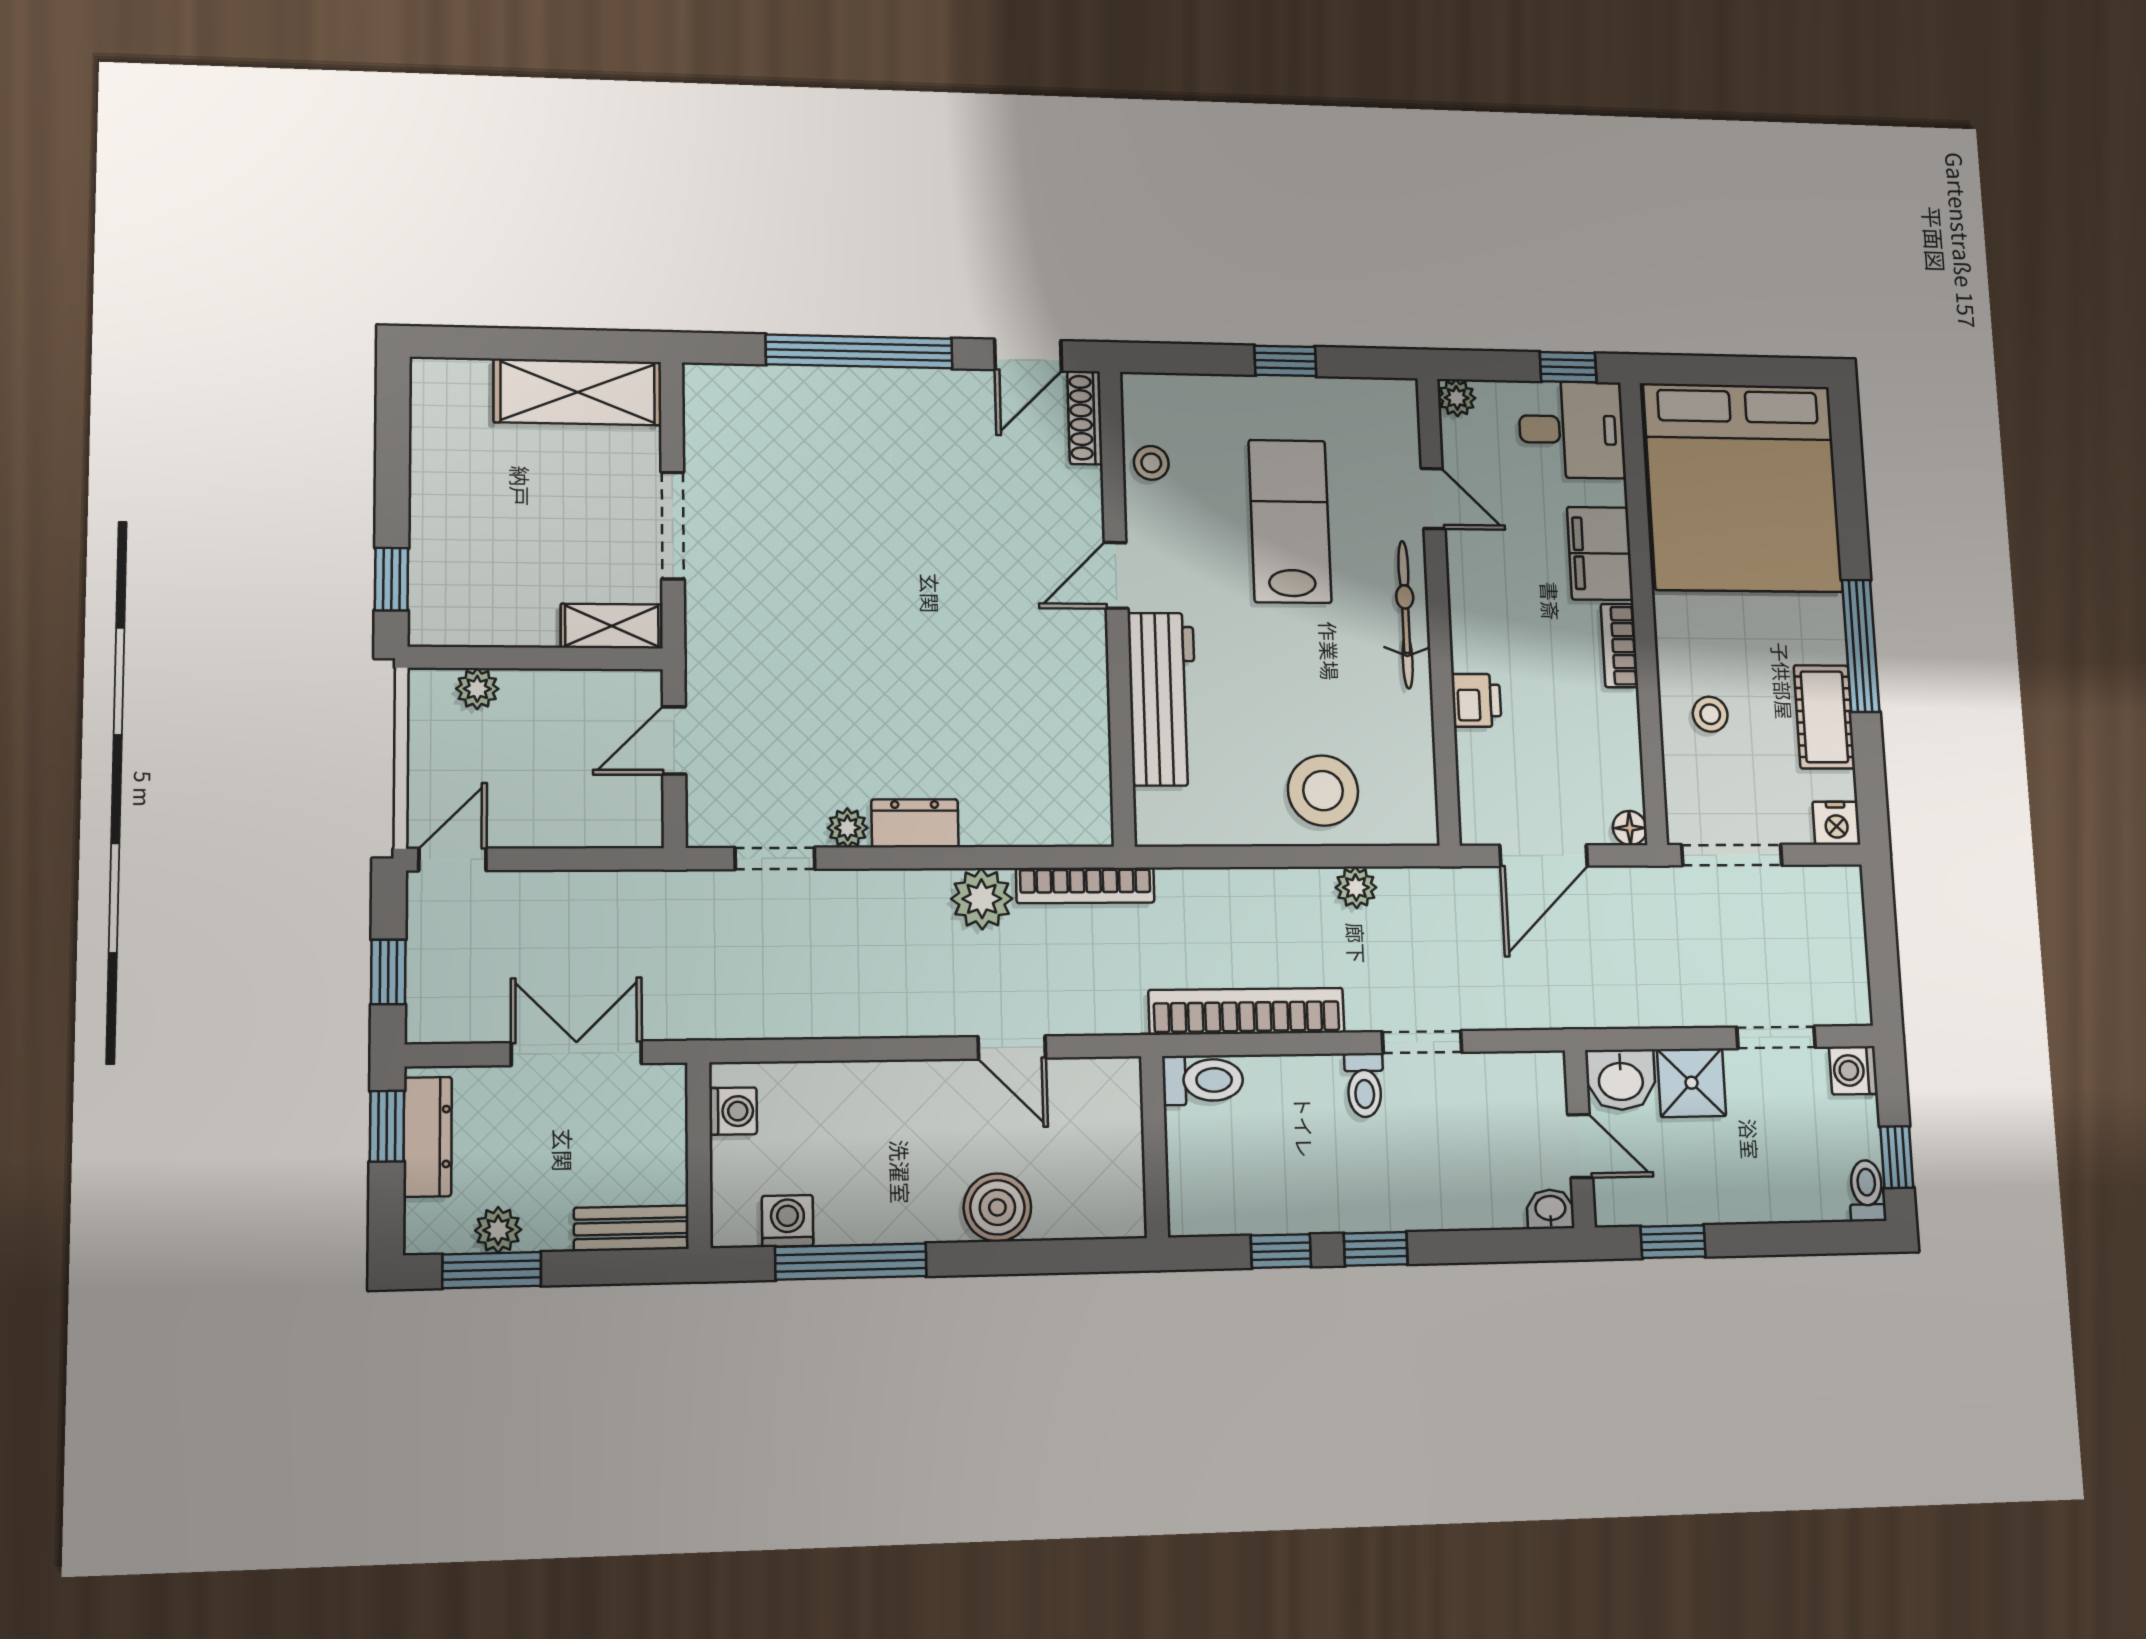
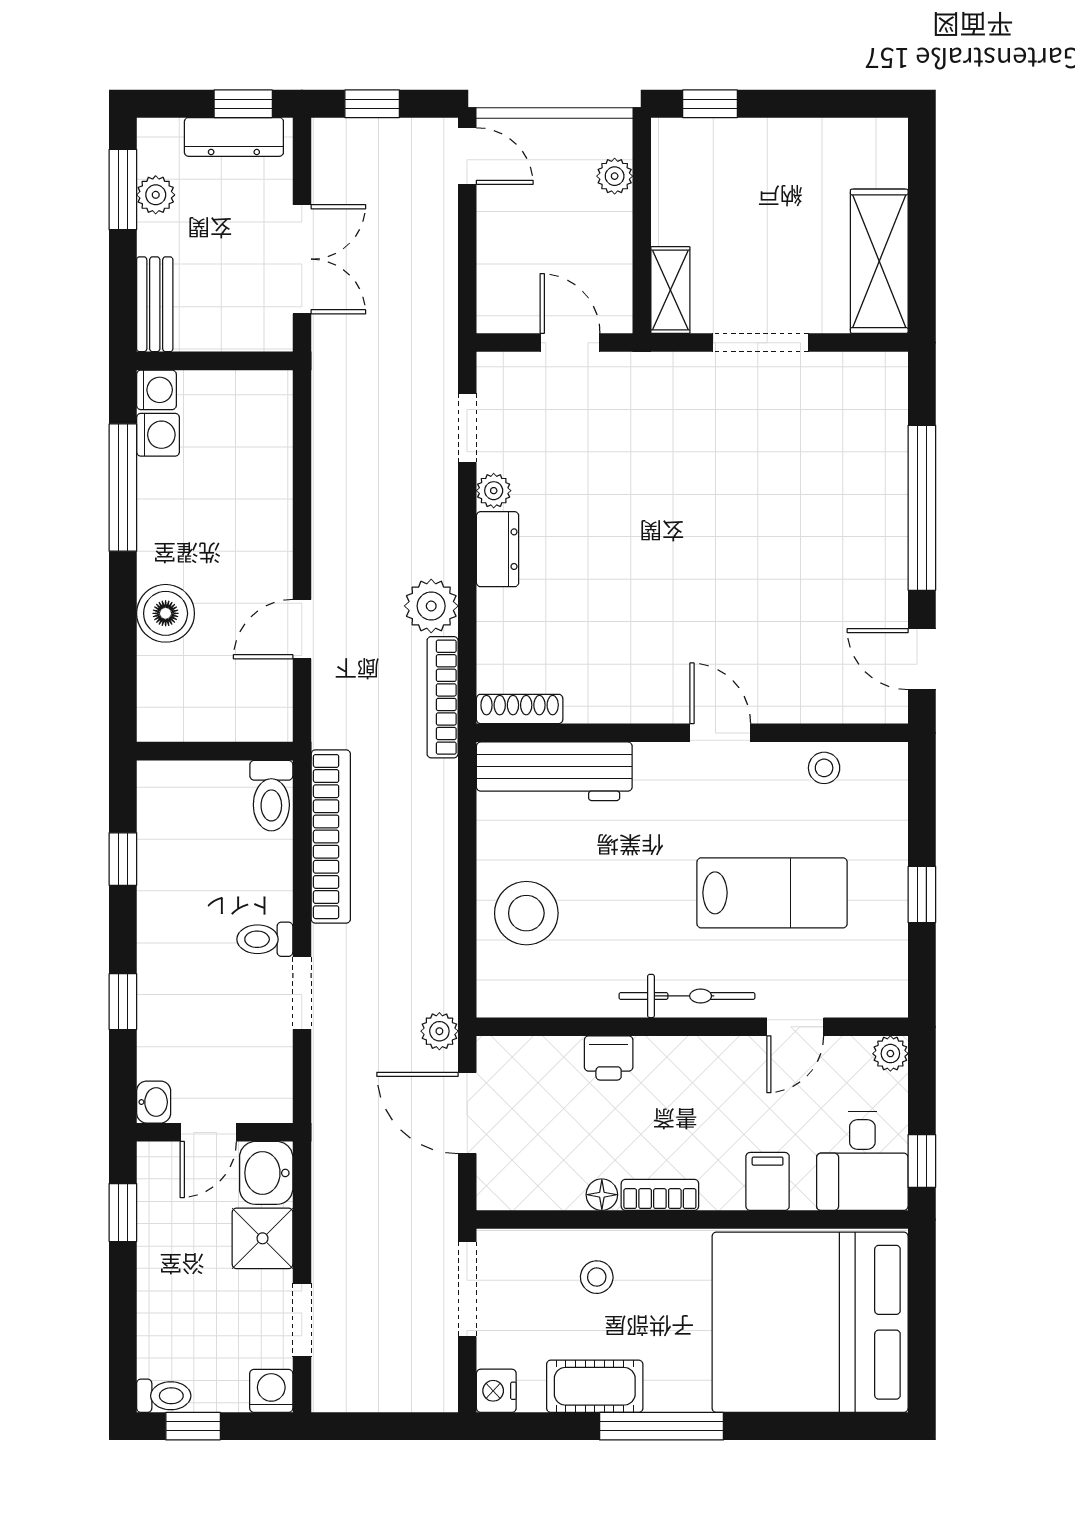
shoe rack: (1085, 418) -> (520, 709), moved
filing cabinet: (1600, 553) -> (768, 1181), width x0.50
workbench: (1163, 699) -> (554, 771), moved
floor lamp: (1630, 828) -> (602, 1195), moved
plant: (1356, 887) -> (439, 1031), moved
washing machine: (733, 1111) -> (156, 390), moved, turned -90
window: (1376, 1249) -> (123, 1002), moved

